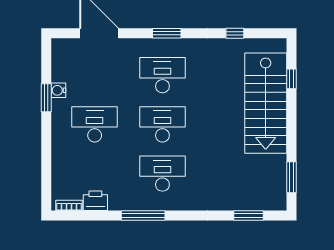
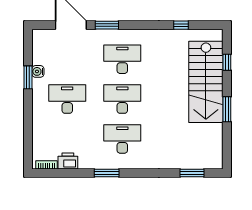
window: (167, 33) -> (107, 25), moved
window: (291, 177) -> (227, 109), moved
window: (143, 216) -> (107, 173), width x0.69

